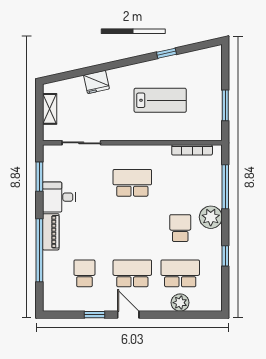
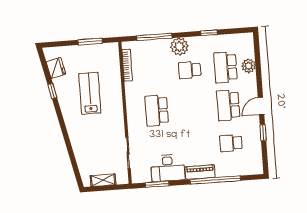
fridge: (96, 82) -> (56, 68), moved
desk: (59, 197) -> (168, 168), width x1.37

